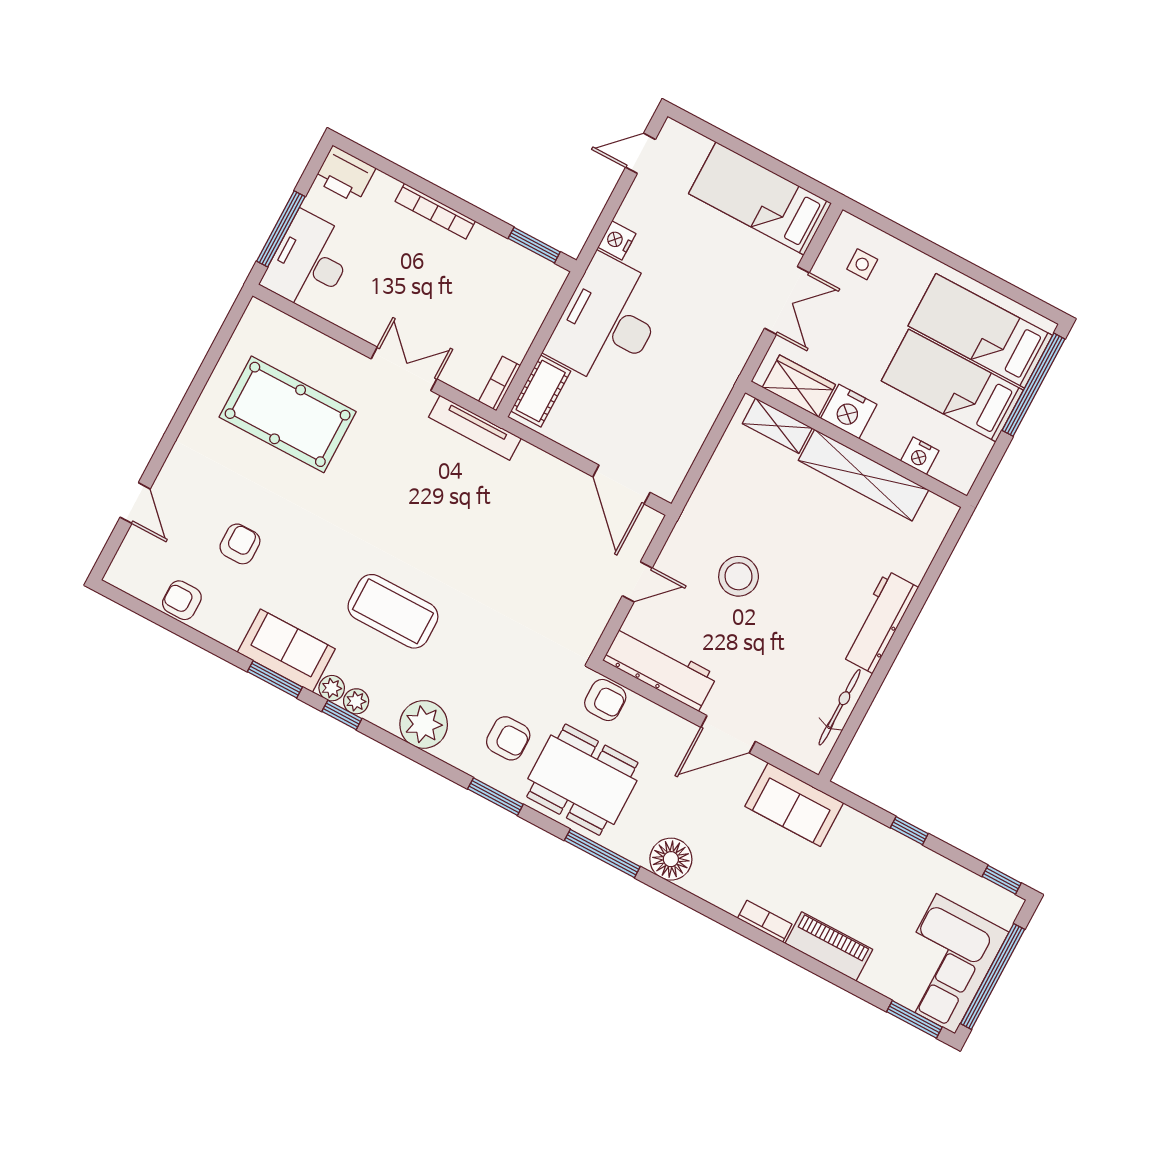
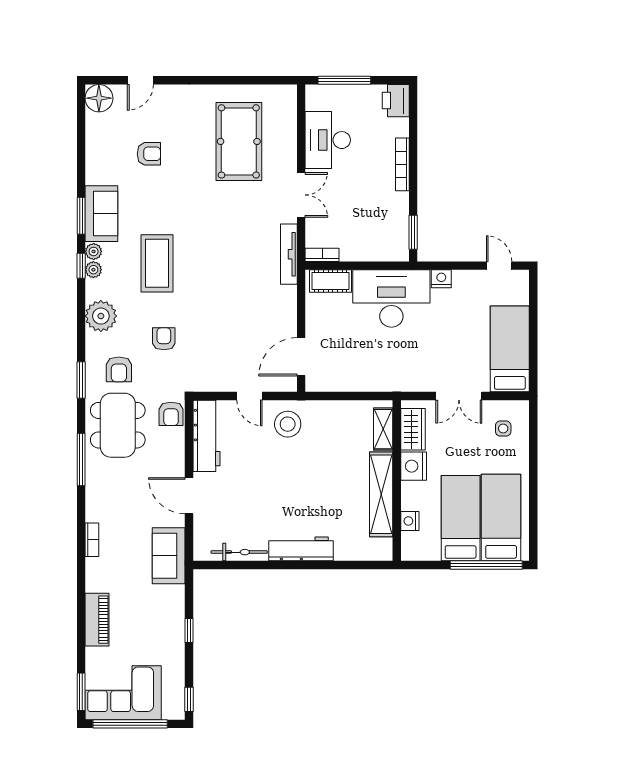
desk: (309, 262) -> (328, 140), moved, turned -90
stool: (739, 576) -> (288, 424), moved
armchair: (182, 600) -> (164, 339), moved
floor lamp: (671, 859) -> (99, 98), moved
bookcase: (765, 921) -> (92, 540), moved

